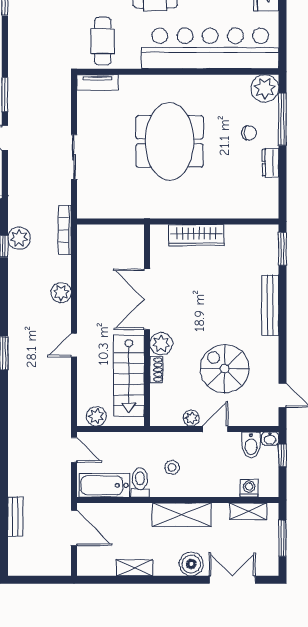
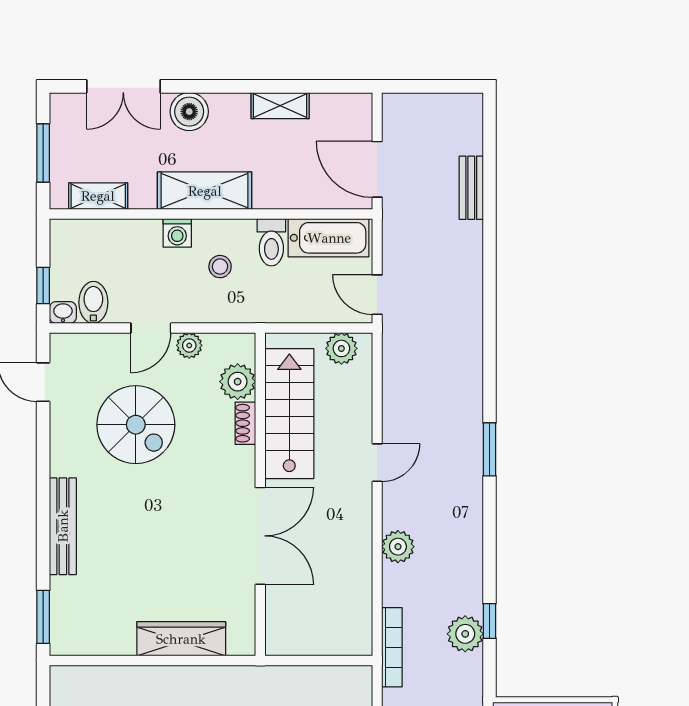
plant: (161, 344) -> (238, 382), moved
washing machine: (249, 488) -> (177, 233), moved

